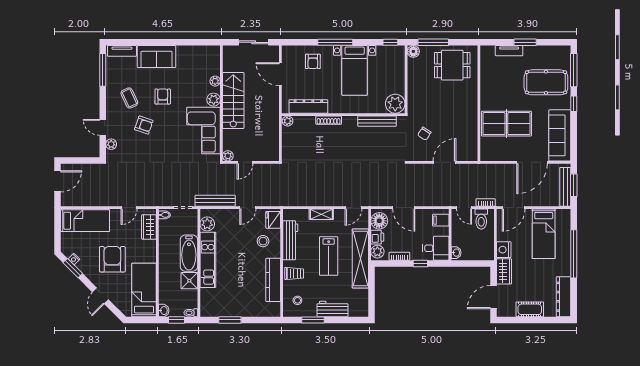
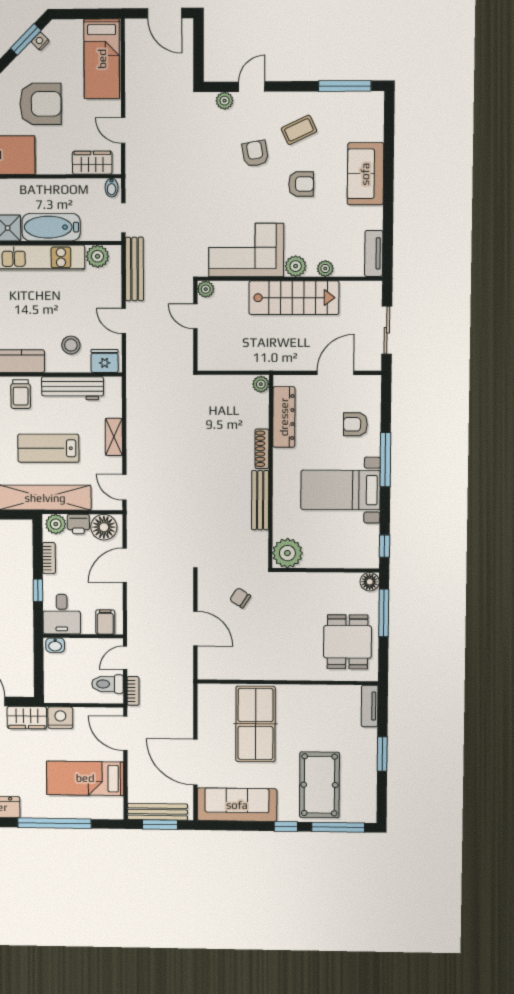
tv unit: (122, 51) -> (374, 253), moved
tv unit: (509, 51) -> (370, 706), moved
bench: (377, 121) -> (260, 500), moved
armchair: (144, 125) -> (255, 154), turned 151

